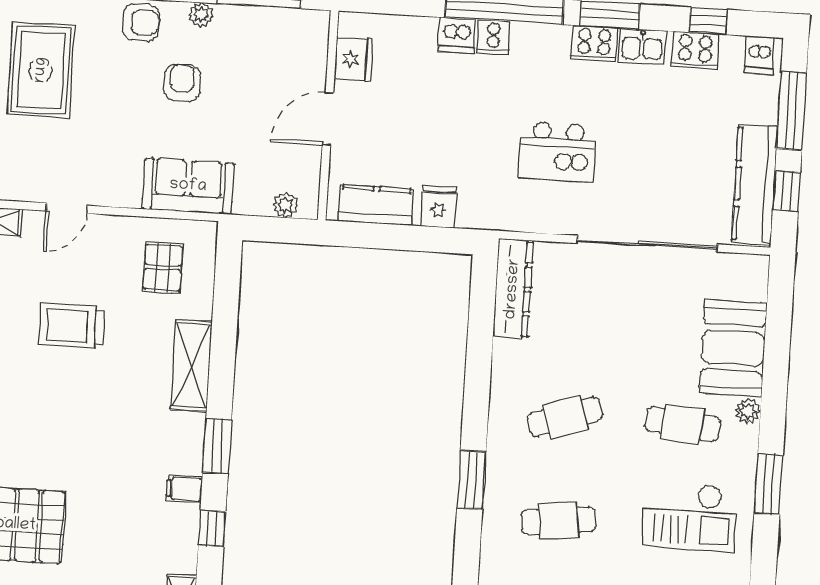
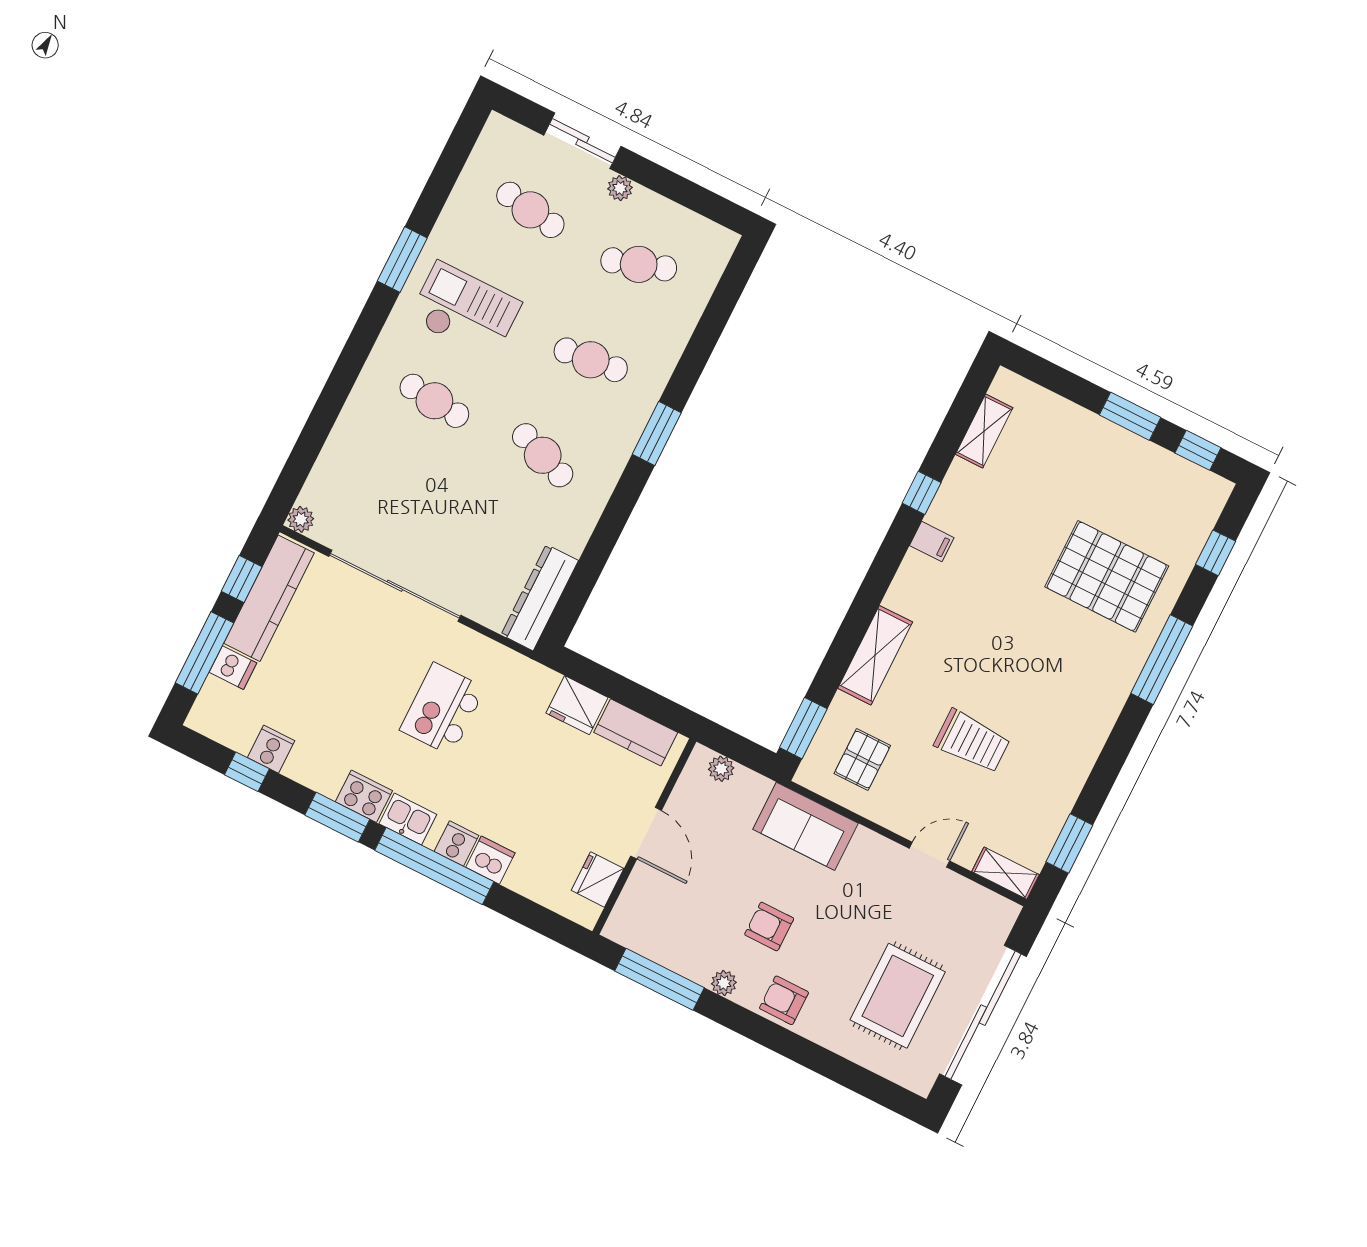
kitchen sink: (642, 46) -> (408, 819), moved
cooker: (695, 50) -> (271, 749), width x0.73
dishwasher: (759, 55) -> (233, 668), moved, turned 90
armchair: (182, 83) -> (769, 926), turned 90
door: (328, 119) -> (646, 833), hinge flipped
kitchen island: (557, 152) -> (443, 709), turned -90
fridge: (439, 207) -> (577, 705), width x1.38
booth: (733, 348) -> (356, 452), removed
plant: (748, 411) -> (301, 519), moved
cafe table: (565, 417) -> (543, 455), turned 39
window: (217, 446) -> (803, 728), moved
window: (769, 484) -> (402, 260), moved

